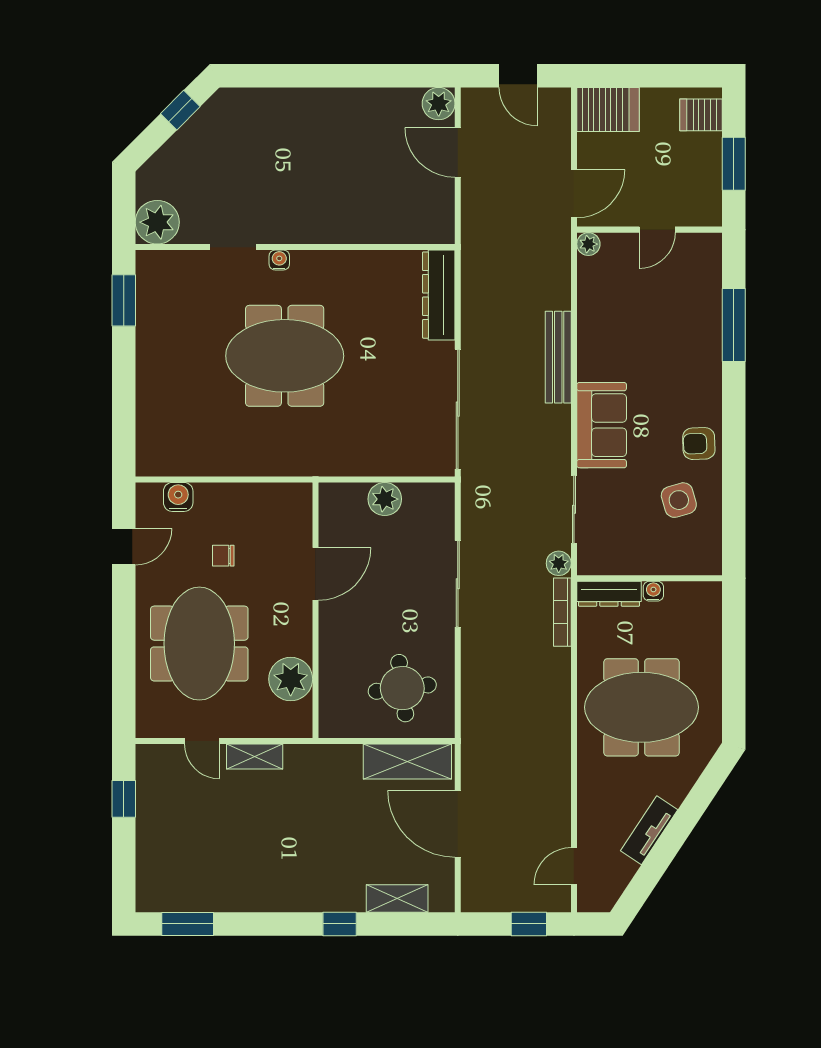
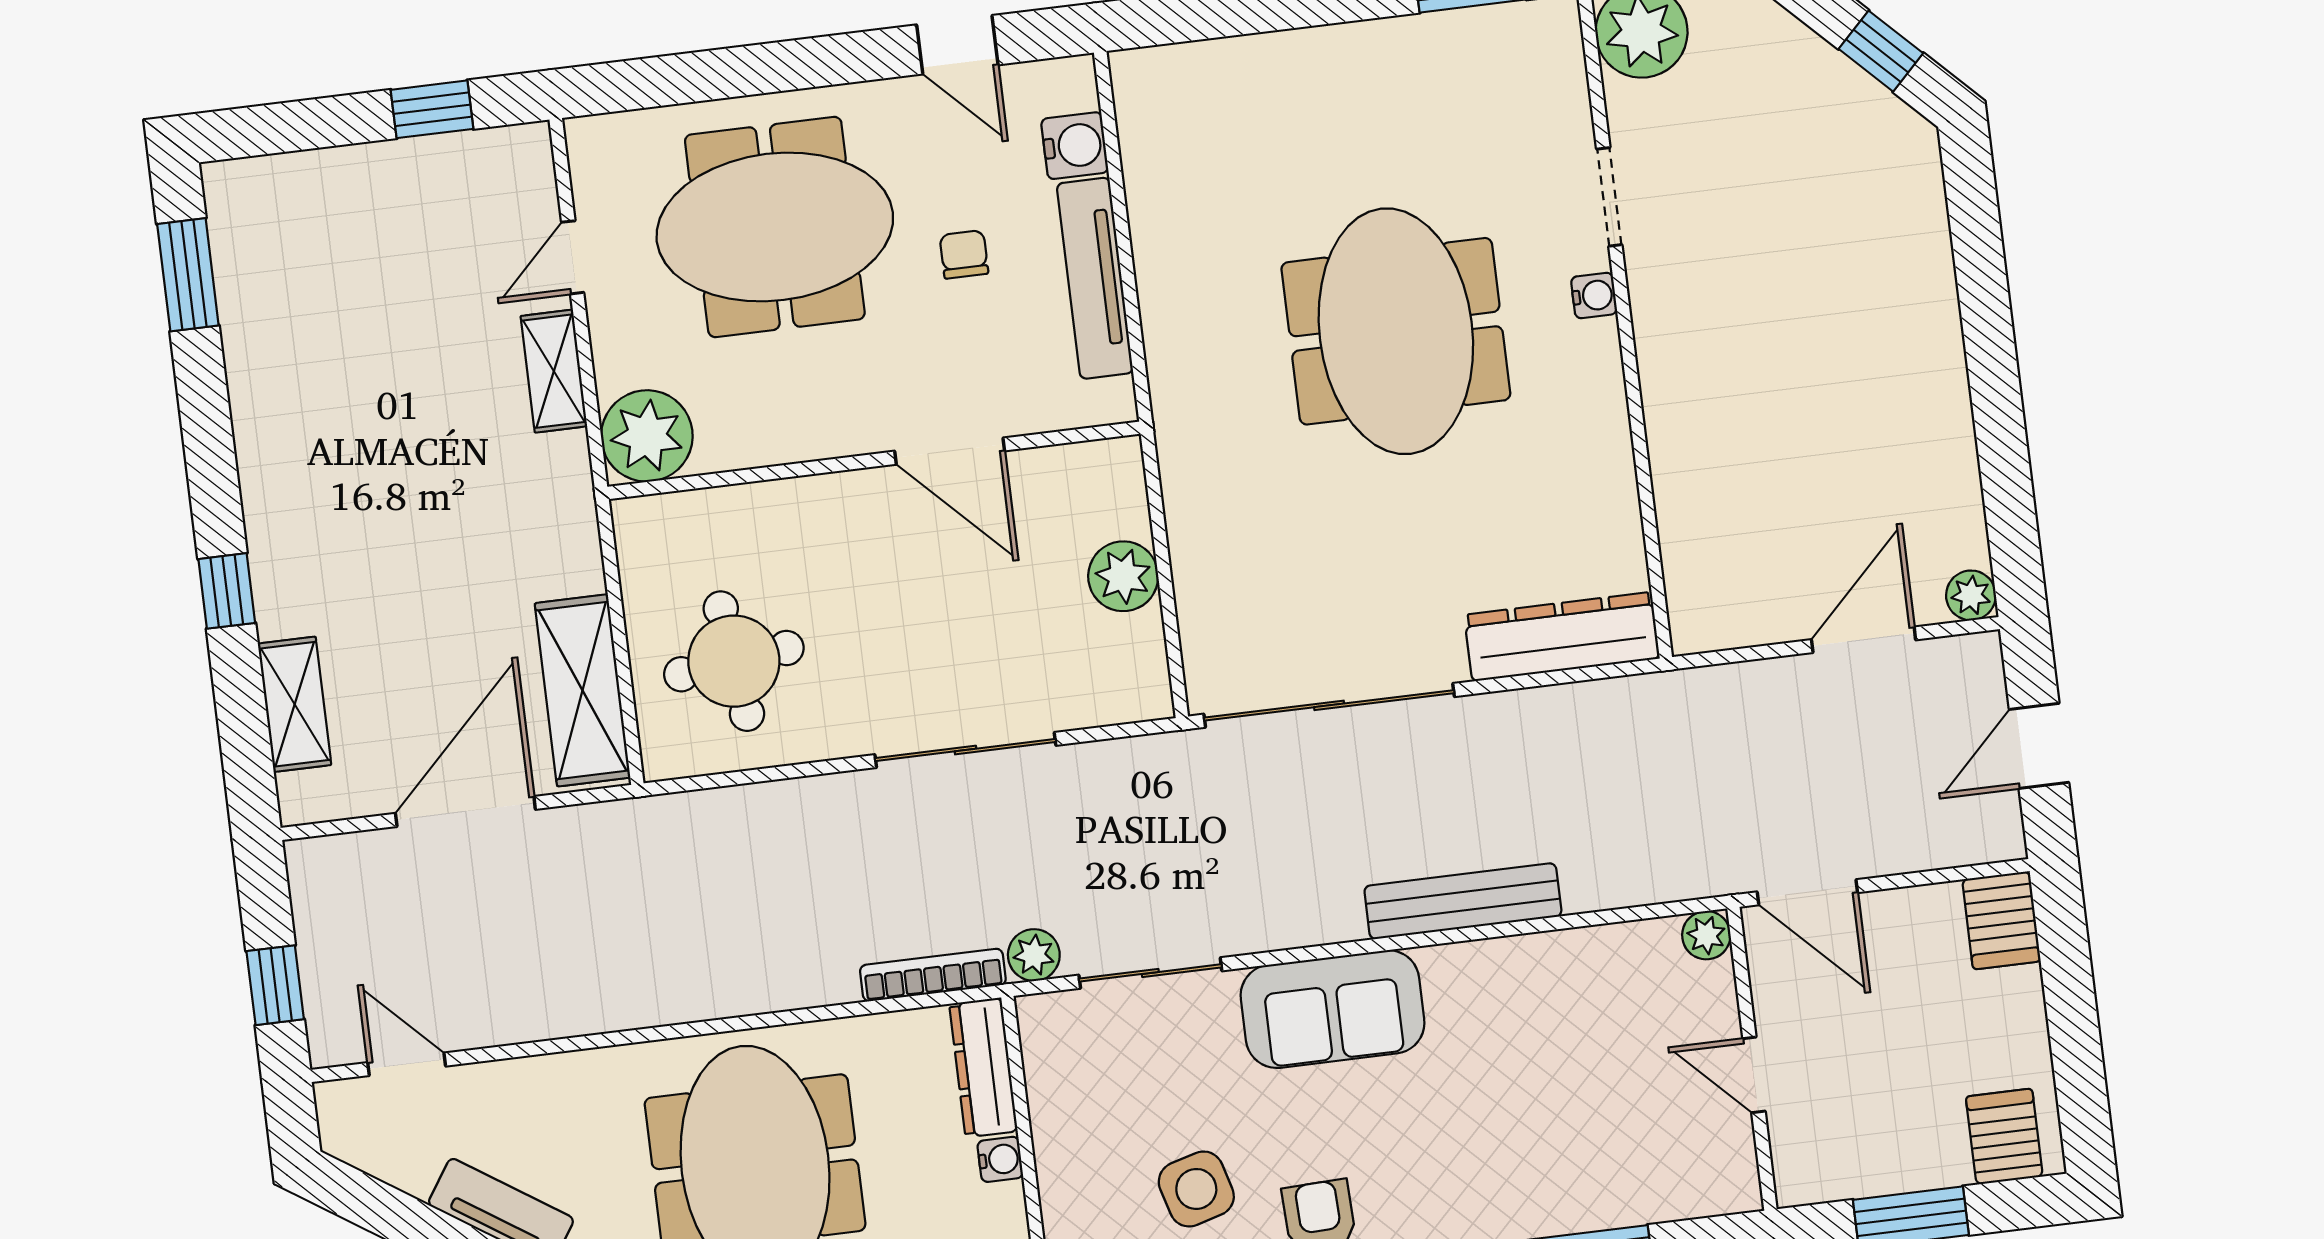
plant: (439, 104) -> (1971, 595), width x0.73, depth x0.73
server rack: (608, 110) -> (2001, 920), width x0.73, depth x0.70
tv unit: (242, 495) -> (1095, 278), added
plant: (291, 679) -> (647, 436), moved

